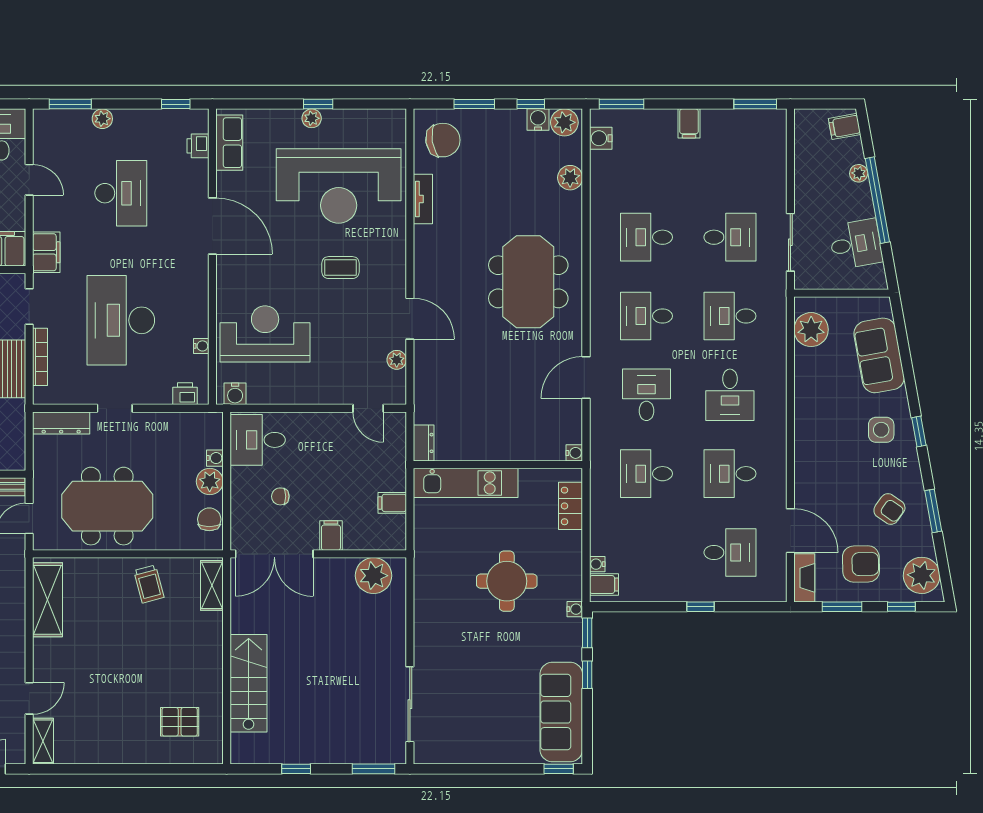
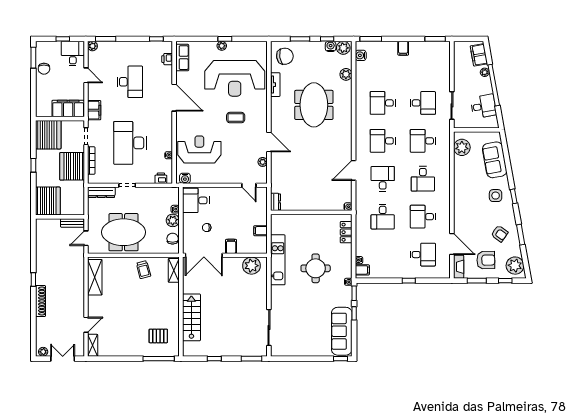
plant: (102, 119) -> (92, 46), moved
filing cabinet: (845, 126) -> (479, 55), width x2.00
meeting table: (528, 282) -> (314, 105), moved
desk: (646, 474) -> (383, 217), turned -90
kitchen unit: (466, 483) -> (278, 260), moved, turned -90
window: (180, 769) -> (159, 359), added

